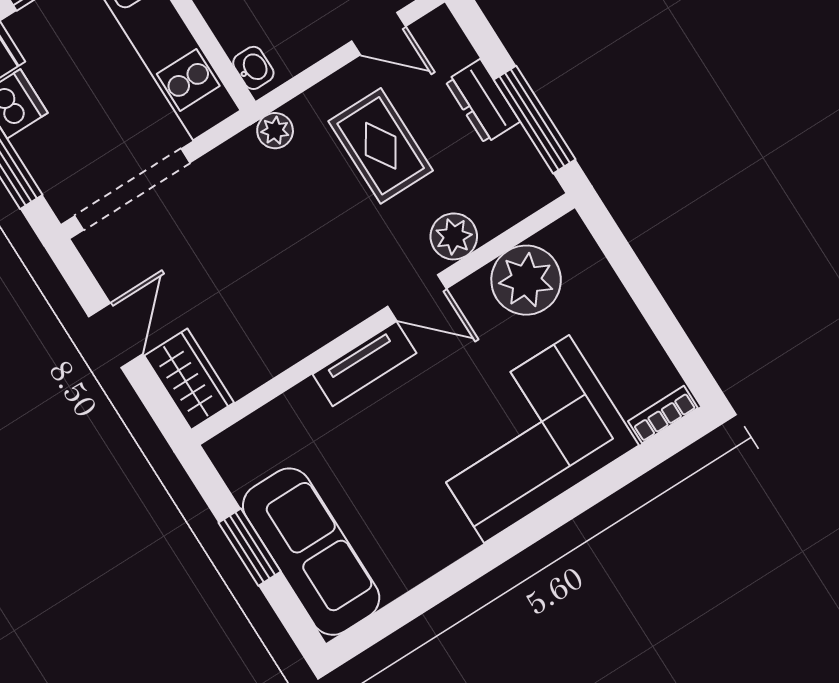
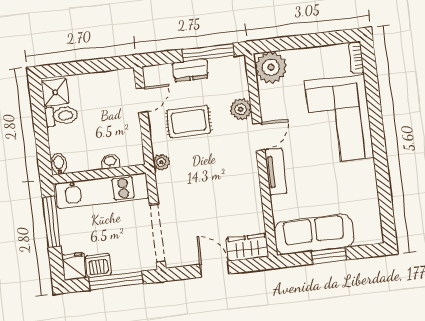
washbasin: (253, 68) -> (110, 161), moved
plant: (526, 280) -> (271, 67), moved
sofa: (311, 552) -> (314, 234), moved

